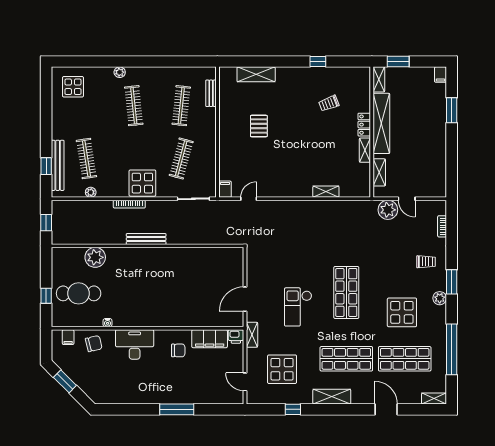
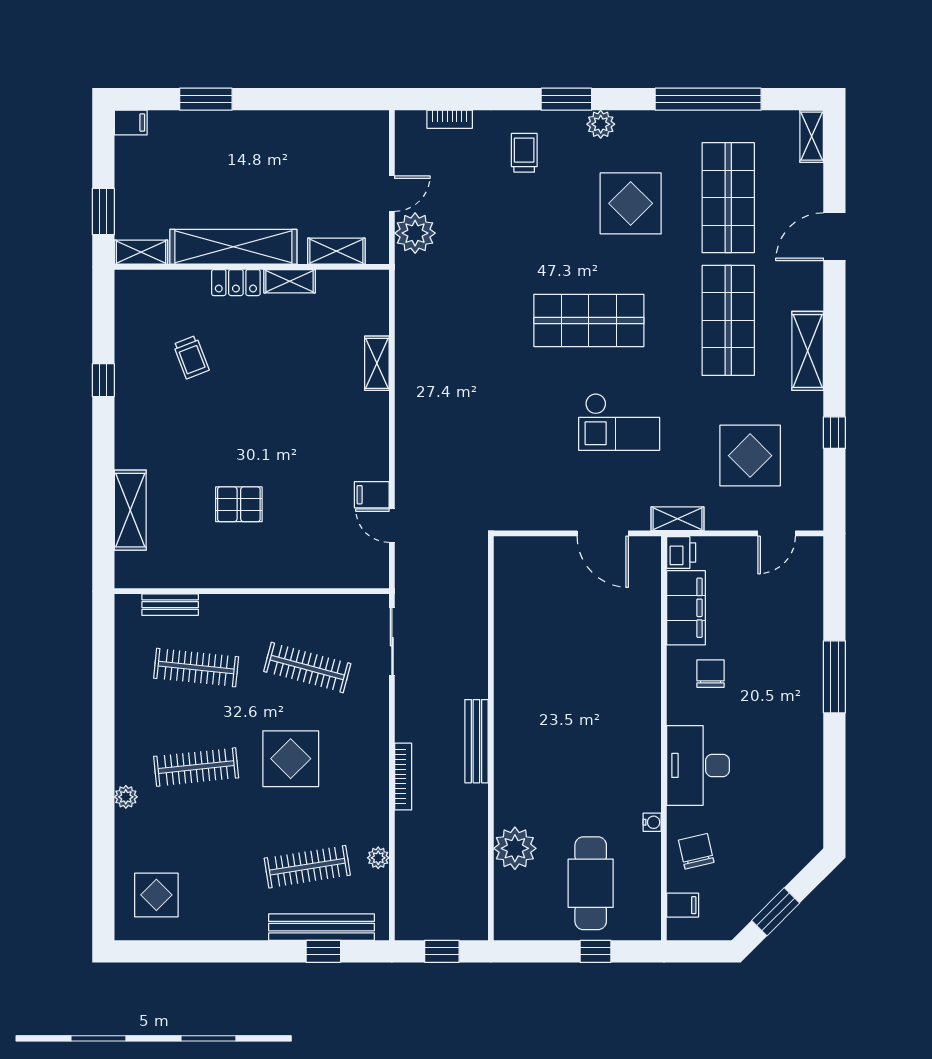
display table: (142, 183) -> (291, 759), moved
filing cabinet: (225, 189) -> (372, 495), moved

